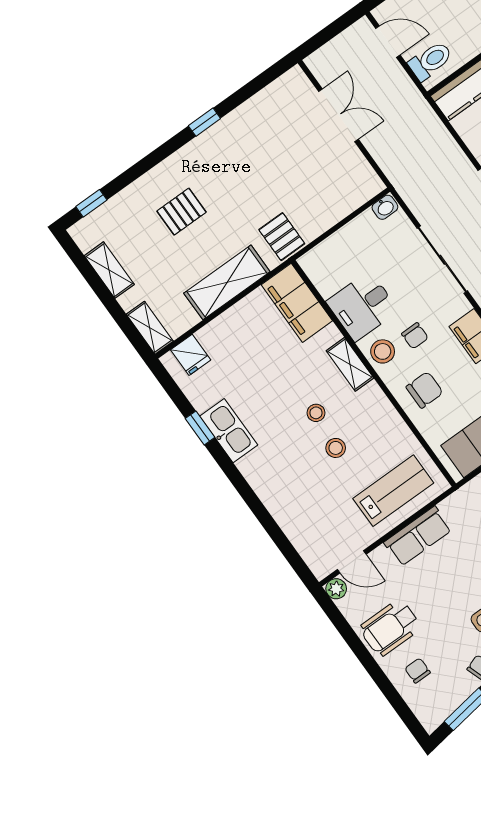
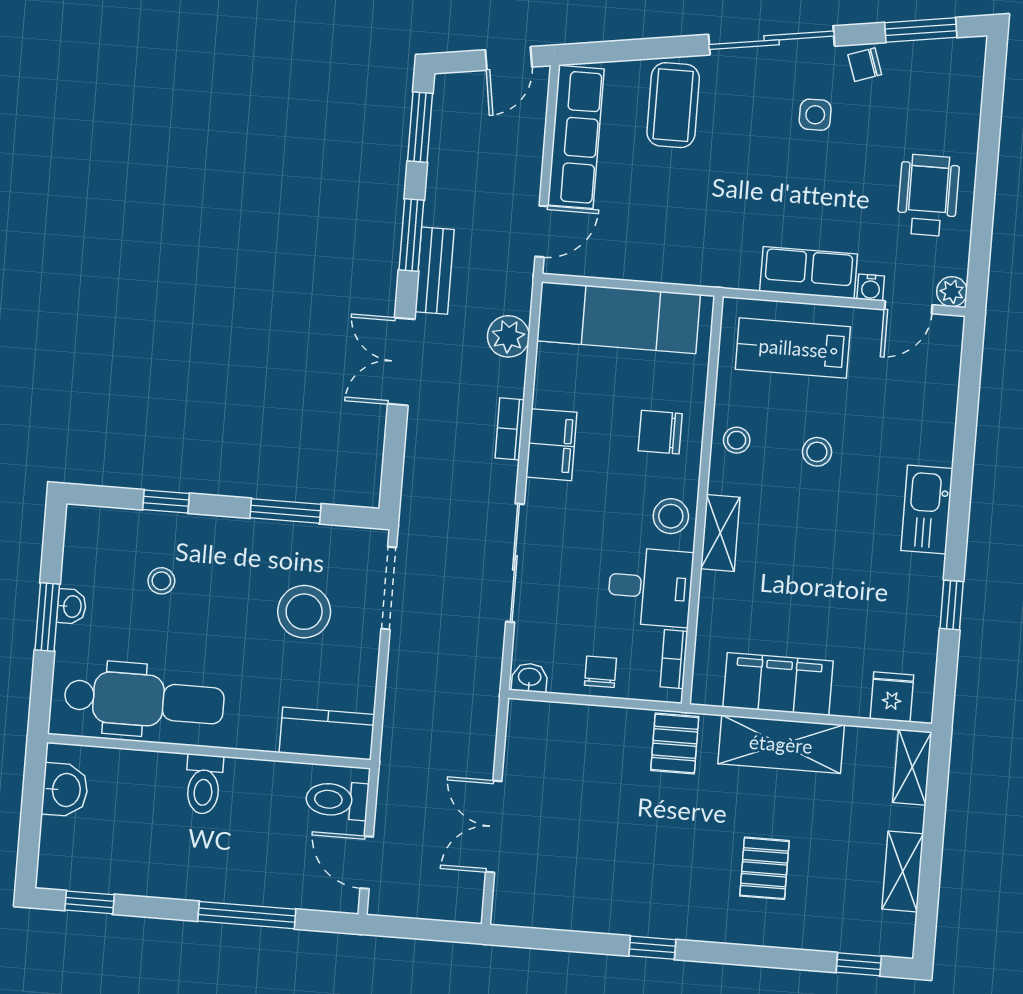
pallet: (182, 212) -> (764, 868), turned 90
bookcase: (319, 279) -> (674, 659), added
filing cabinet: (297, 303) -> (778, 684), moved, turned -90
chair: (415, 336) -> (600, 672), moved
stool: (316, 413) -> (737, 440), moved
kitchen sink: (229, 431) -> (927, 509), moved
water cooler: (380, 556) -> (871, 288), added
door: (352, 562) -> (908, 307), swing flipped
wheelchair: (390, 628) -> (928, 195), turned -90
chair: (418, 671) -> (938, 121), removed

